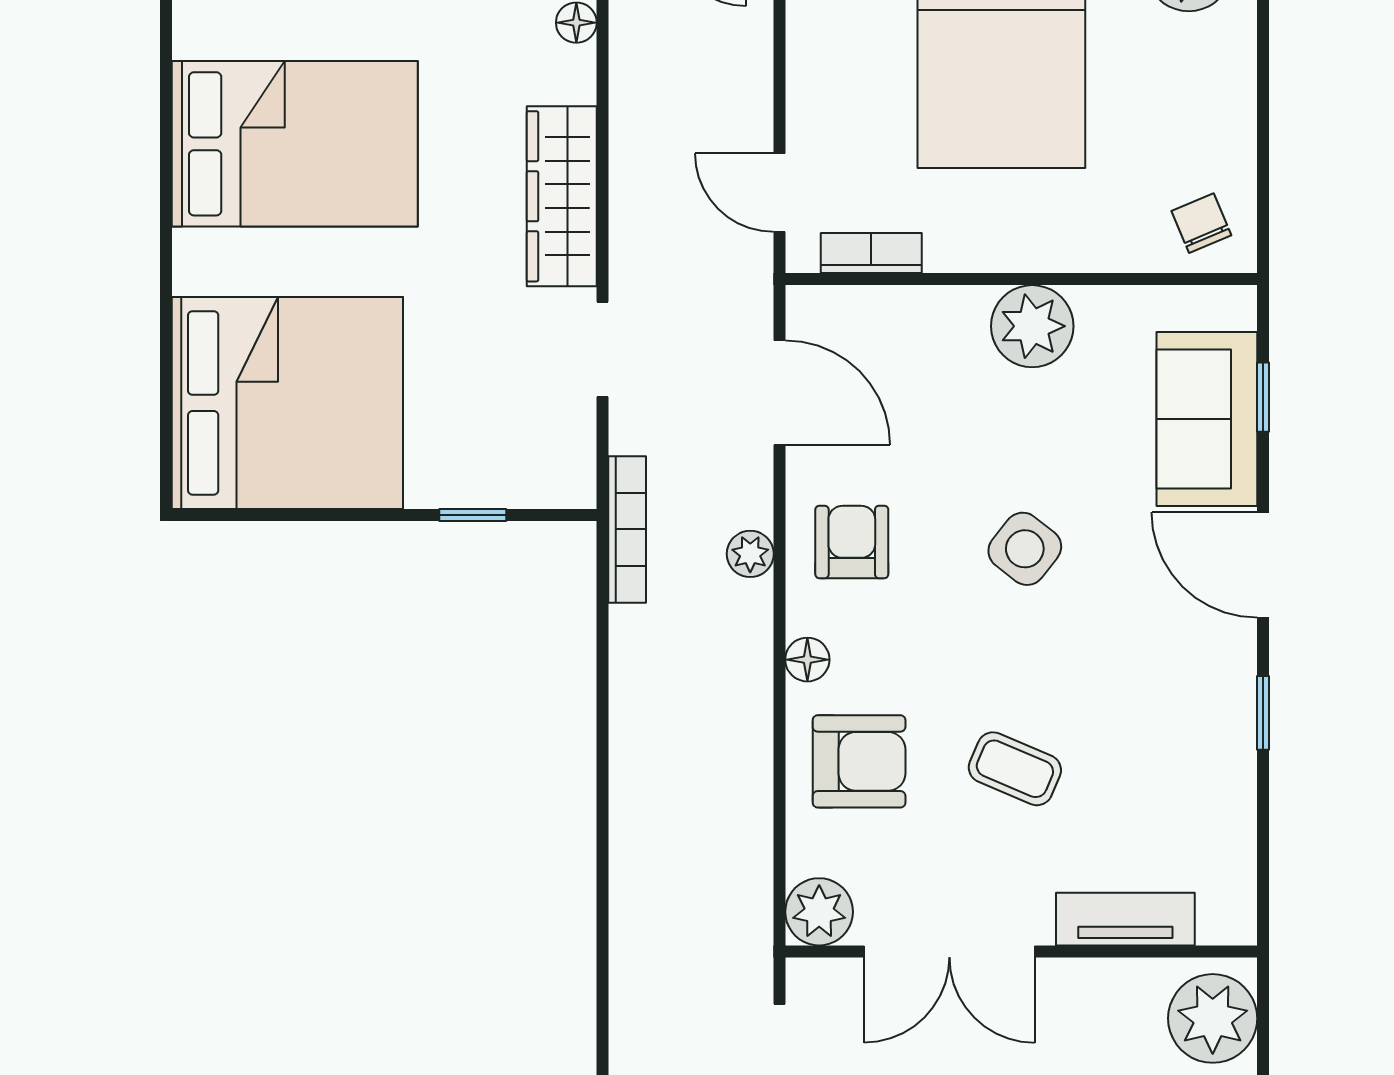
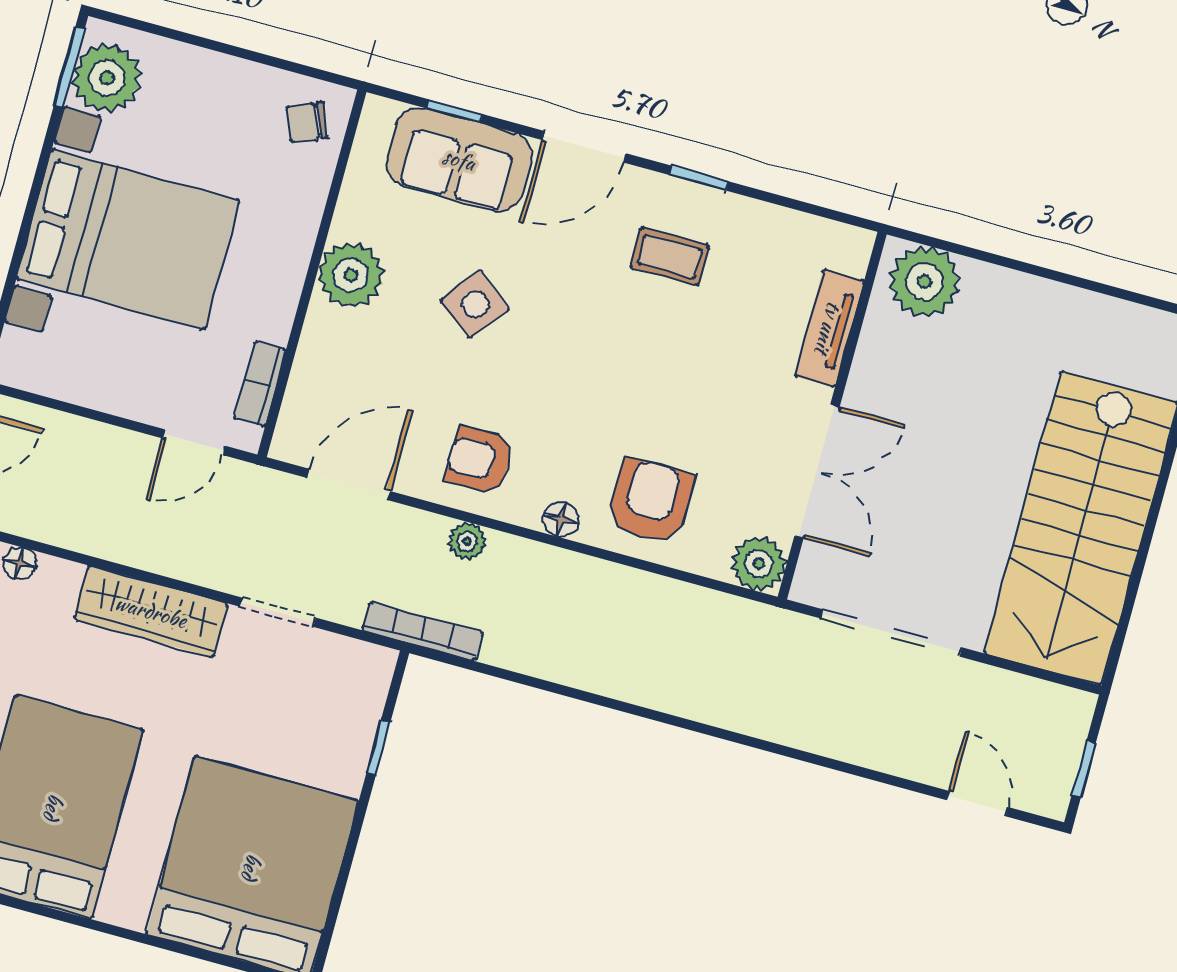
side table: (1025, 549) -> (475, 304), moved
coffee table: (1015, 769) -> (670, 257), moved, turned 67

